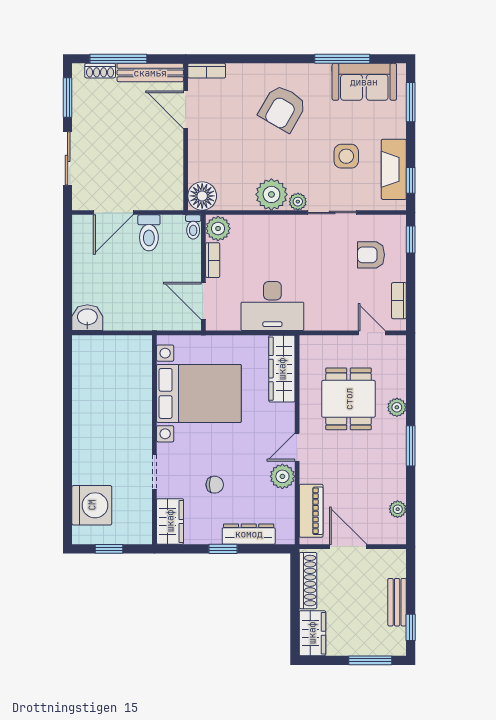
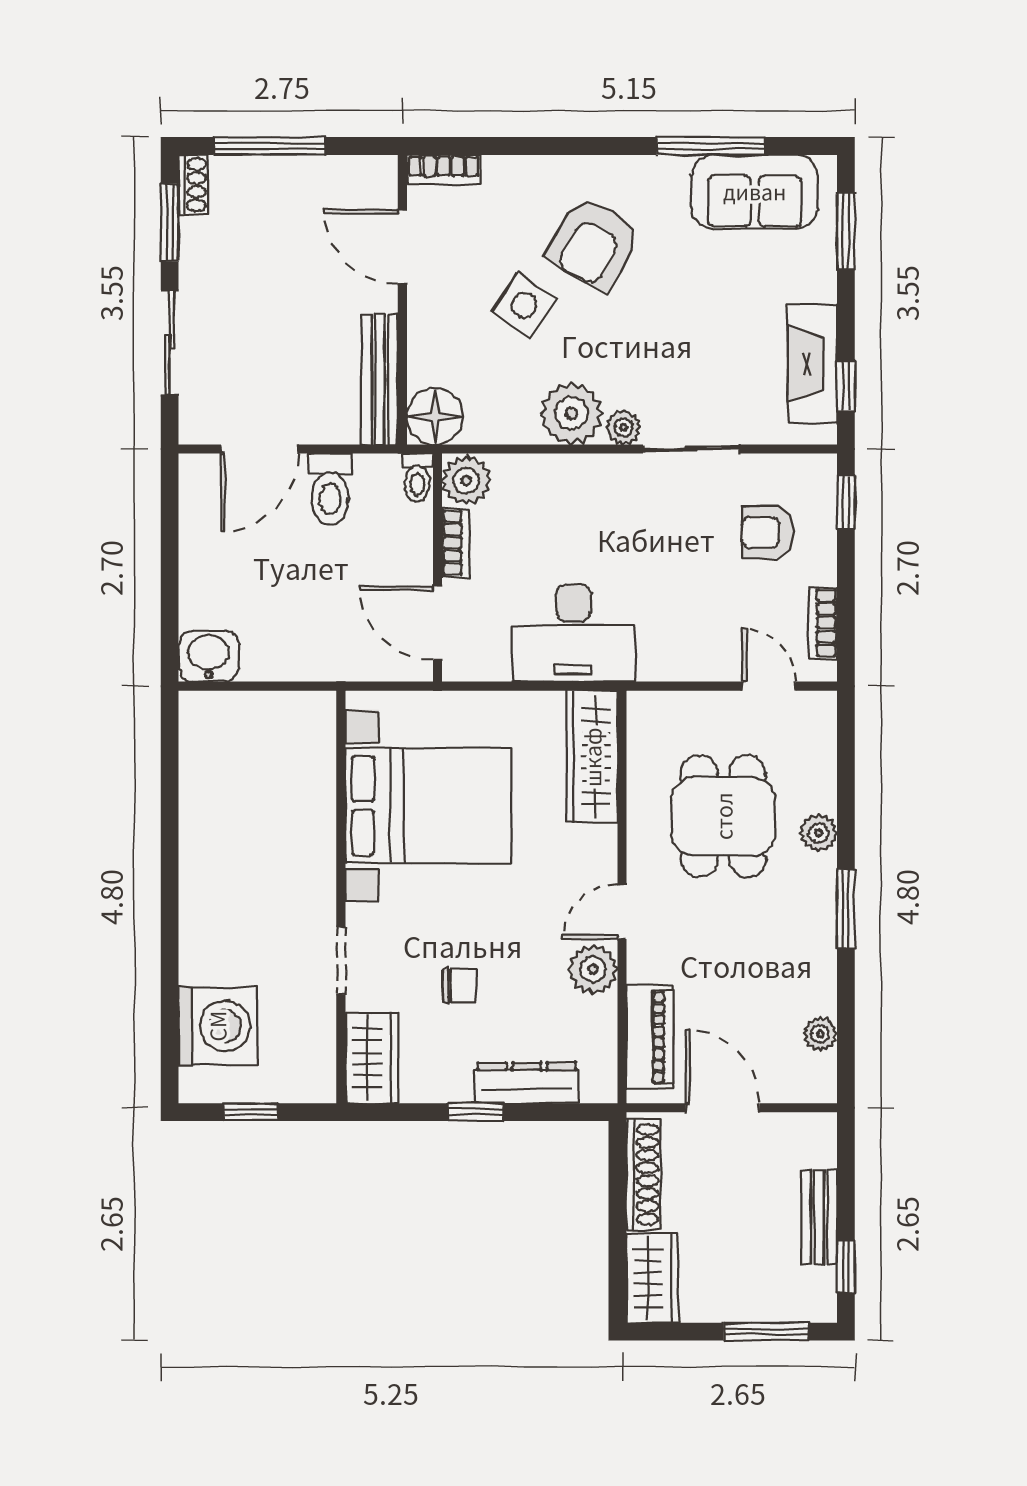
shoe rack: (100, 71) -> (193, 185), moved, turned -90
bench: (150, 73) -> (380, 379), moved, turned 90
side table: (346, 156) -> (524, 305), moved, turned 33

